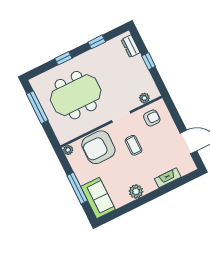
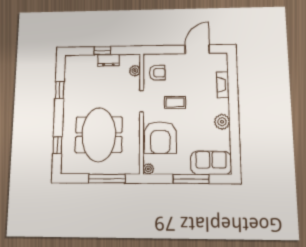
dresser: (131, 46) -> (109, 60), moved
window: (63, 58) -> (57, 145), moved
window: (37, 107) -> (107, 179), moved
armchair: (152, 118) -> (157, 73), turned 90

